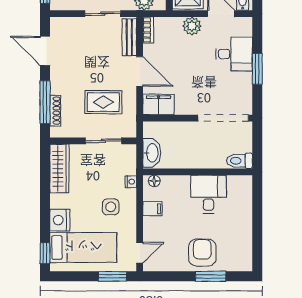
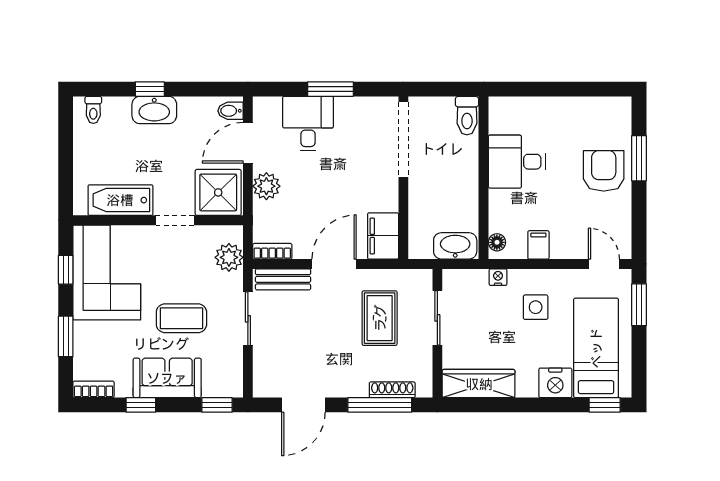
armchair: (202, 253) -> (604, 171), turned 90

